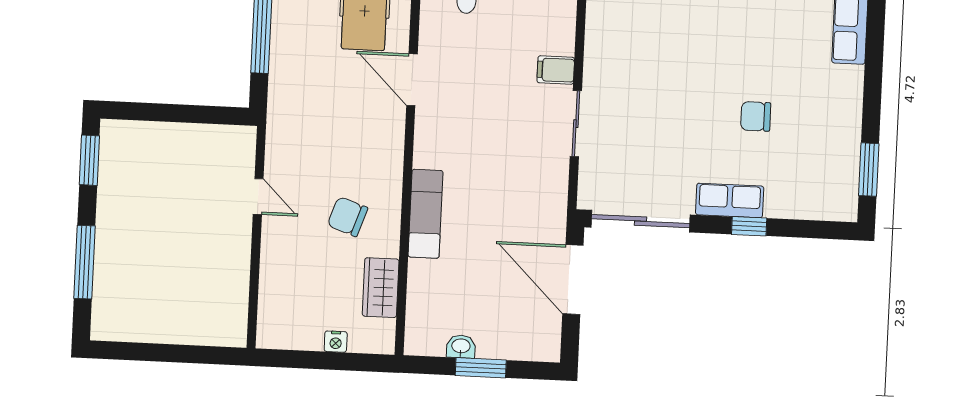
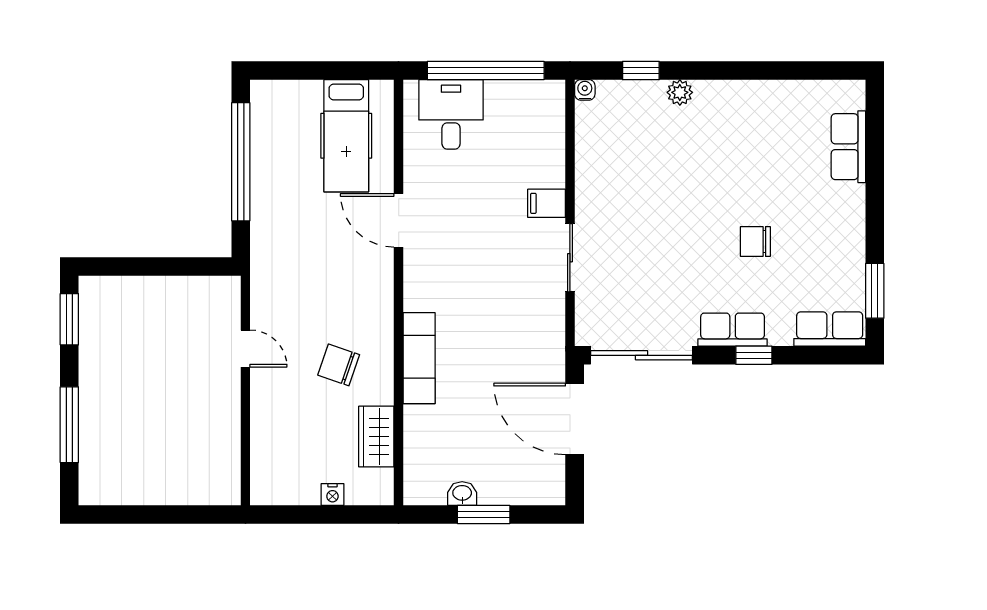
row of seats: (824, 204) -> (830, 329), added

